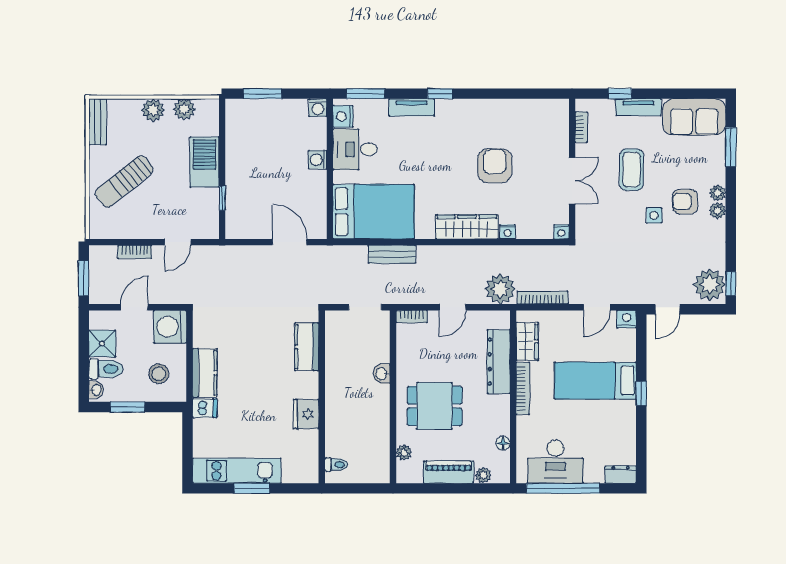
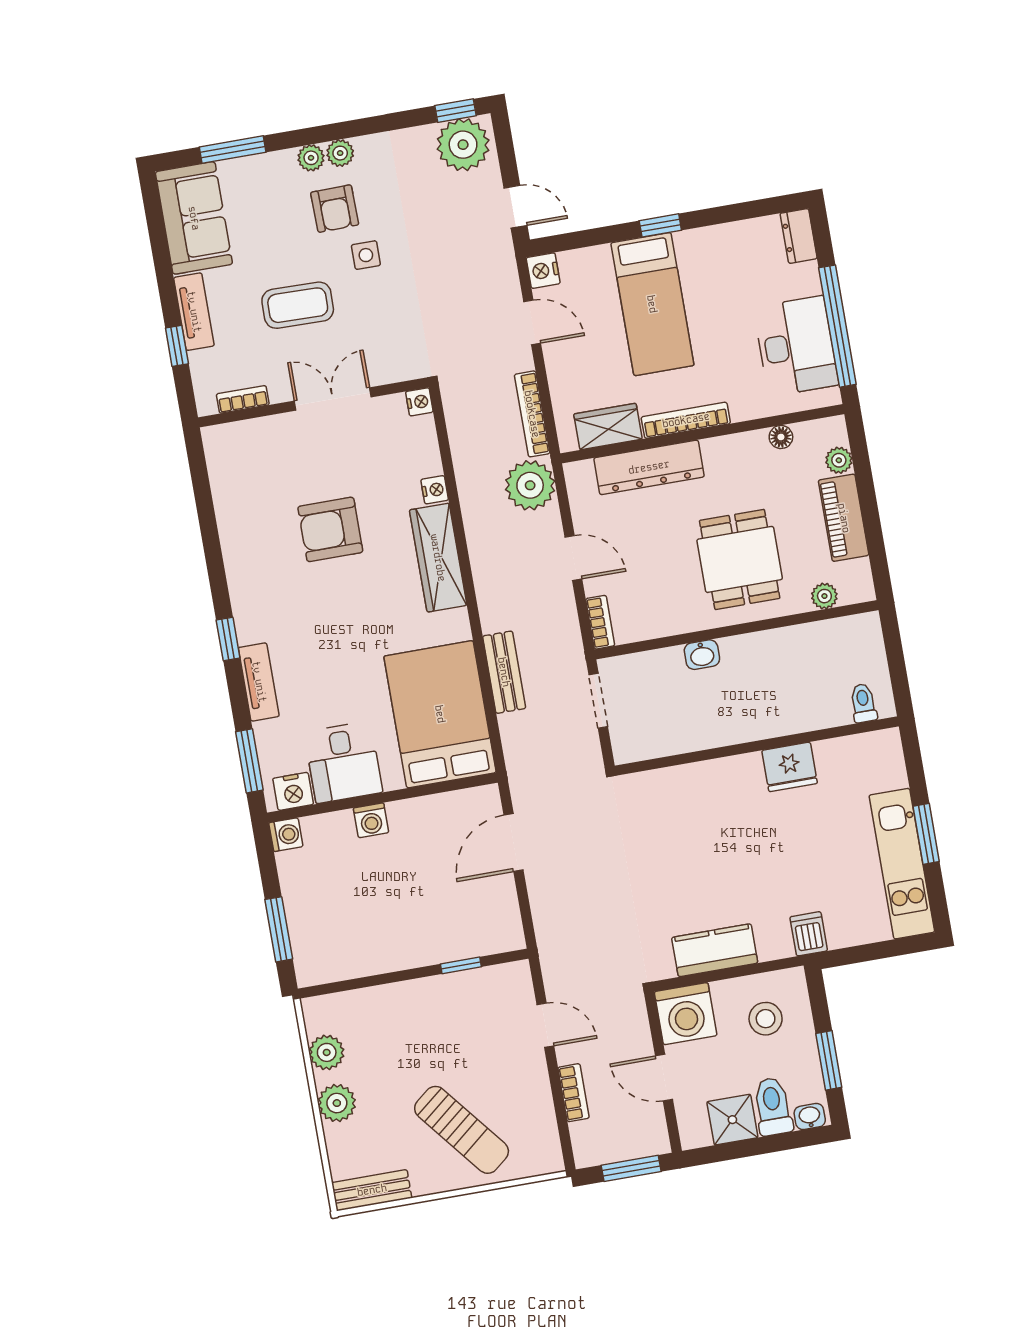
barbecue: (204, 162) -> (407, 1004), removed
kitchen counter: (307, 347) -> (679, 785), removed
kitchen counter: (205, 373) -> (715, 950), moved

